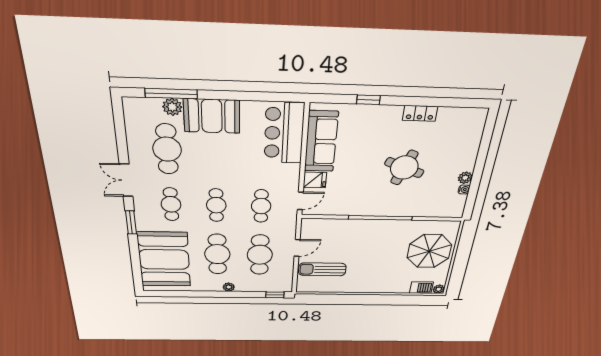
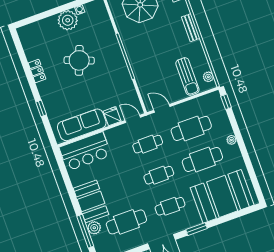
plant: (465, 178) -> (68, 20), width x1.87, depth x1.87
door: (297, 248) -> (162, 108), moved
plant: (311, 288) -> (208, 77), added
bench: (375, 288) -> (191, 28), added

